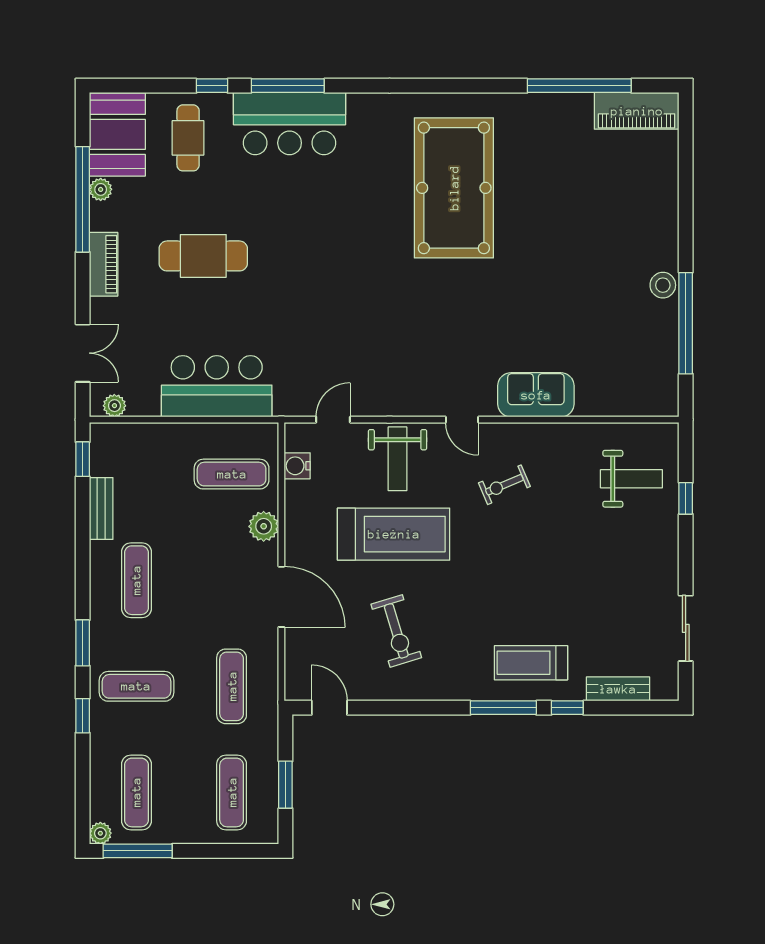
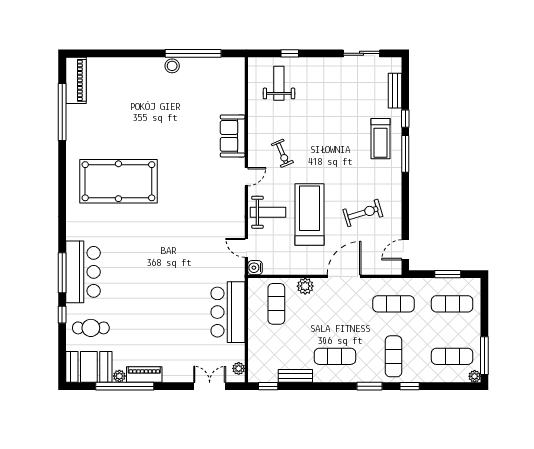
cafe table: (203, 256) -> (156, 319), removed
piano: (104, 264) -> (144, 374), moved
water cooler: (297, 466) -> (255, 268), moved, turned 90

